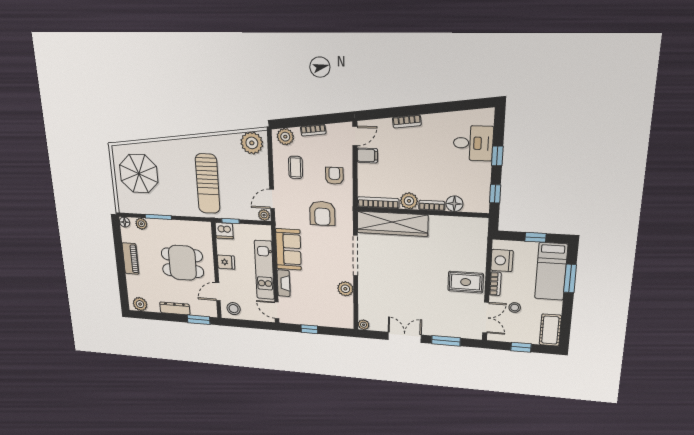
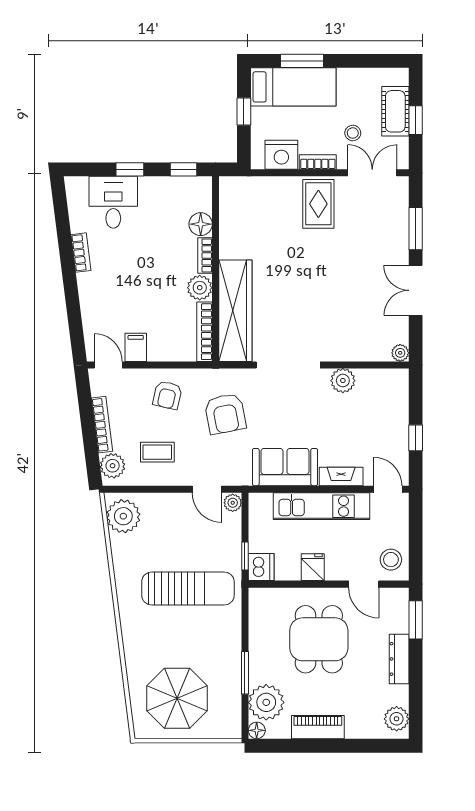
bookcase: (407, 121) -> (81, 253), moved
bookcase: (313, 130) -> (102, 425), width x1.56
armchair: (334, 176) -> (167, 395), turned -77
armchair: (322, 213) -> (225, 414), turned 79
plant: (141, 224) -> (266, 702), width x1.88, depth x1.88
door: (277, 310) -> (388, 489), swing flipped
cot: (550, 330) -> (395, 111), moved, turned 90

